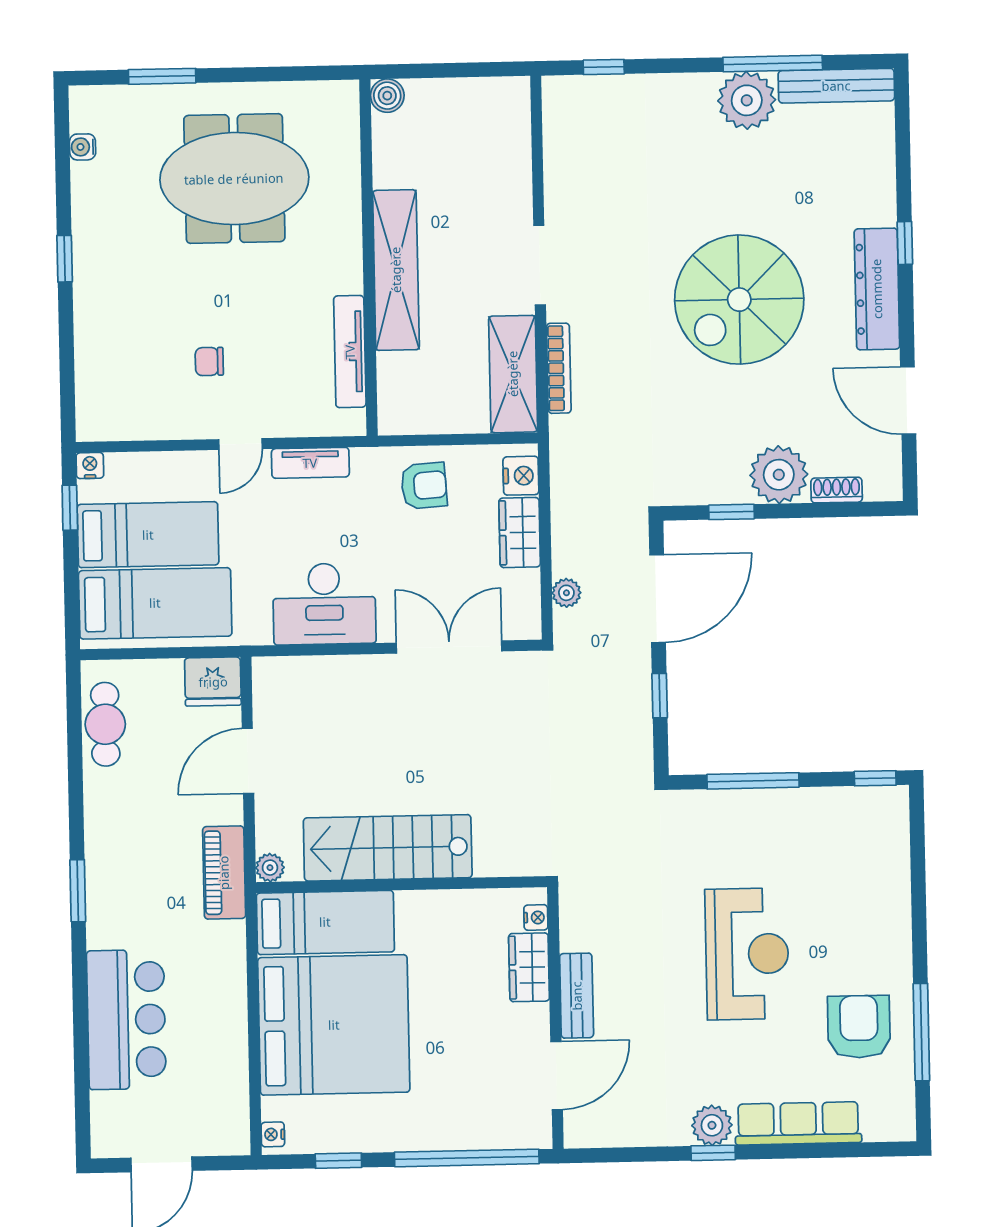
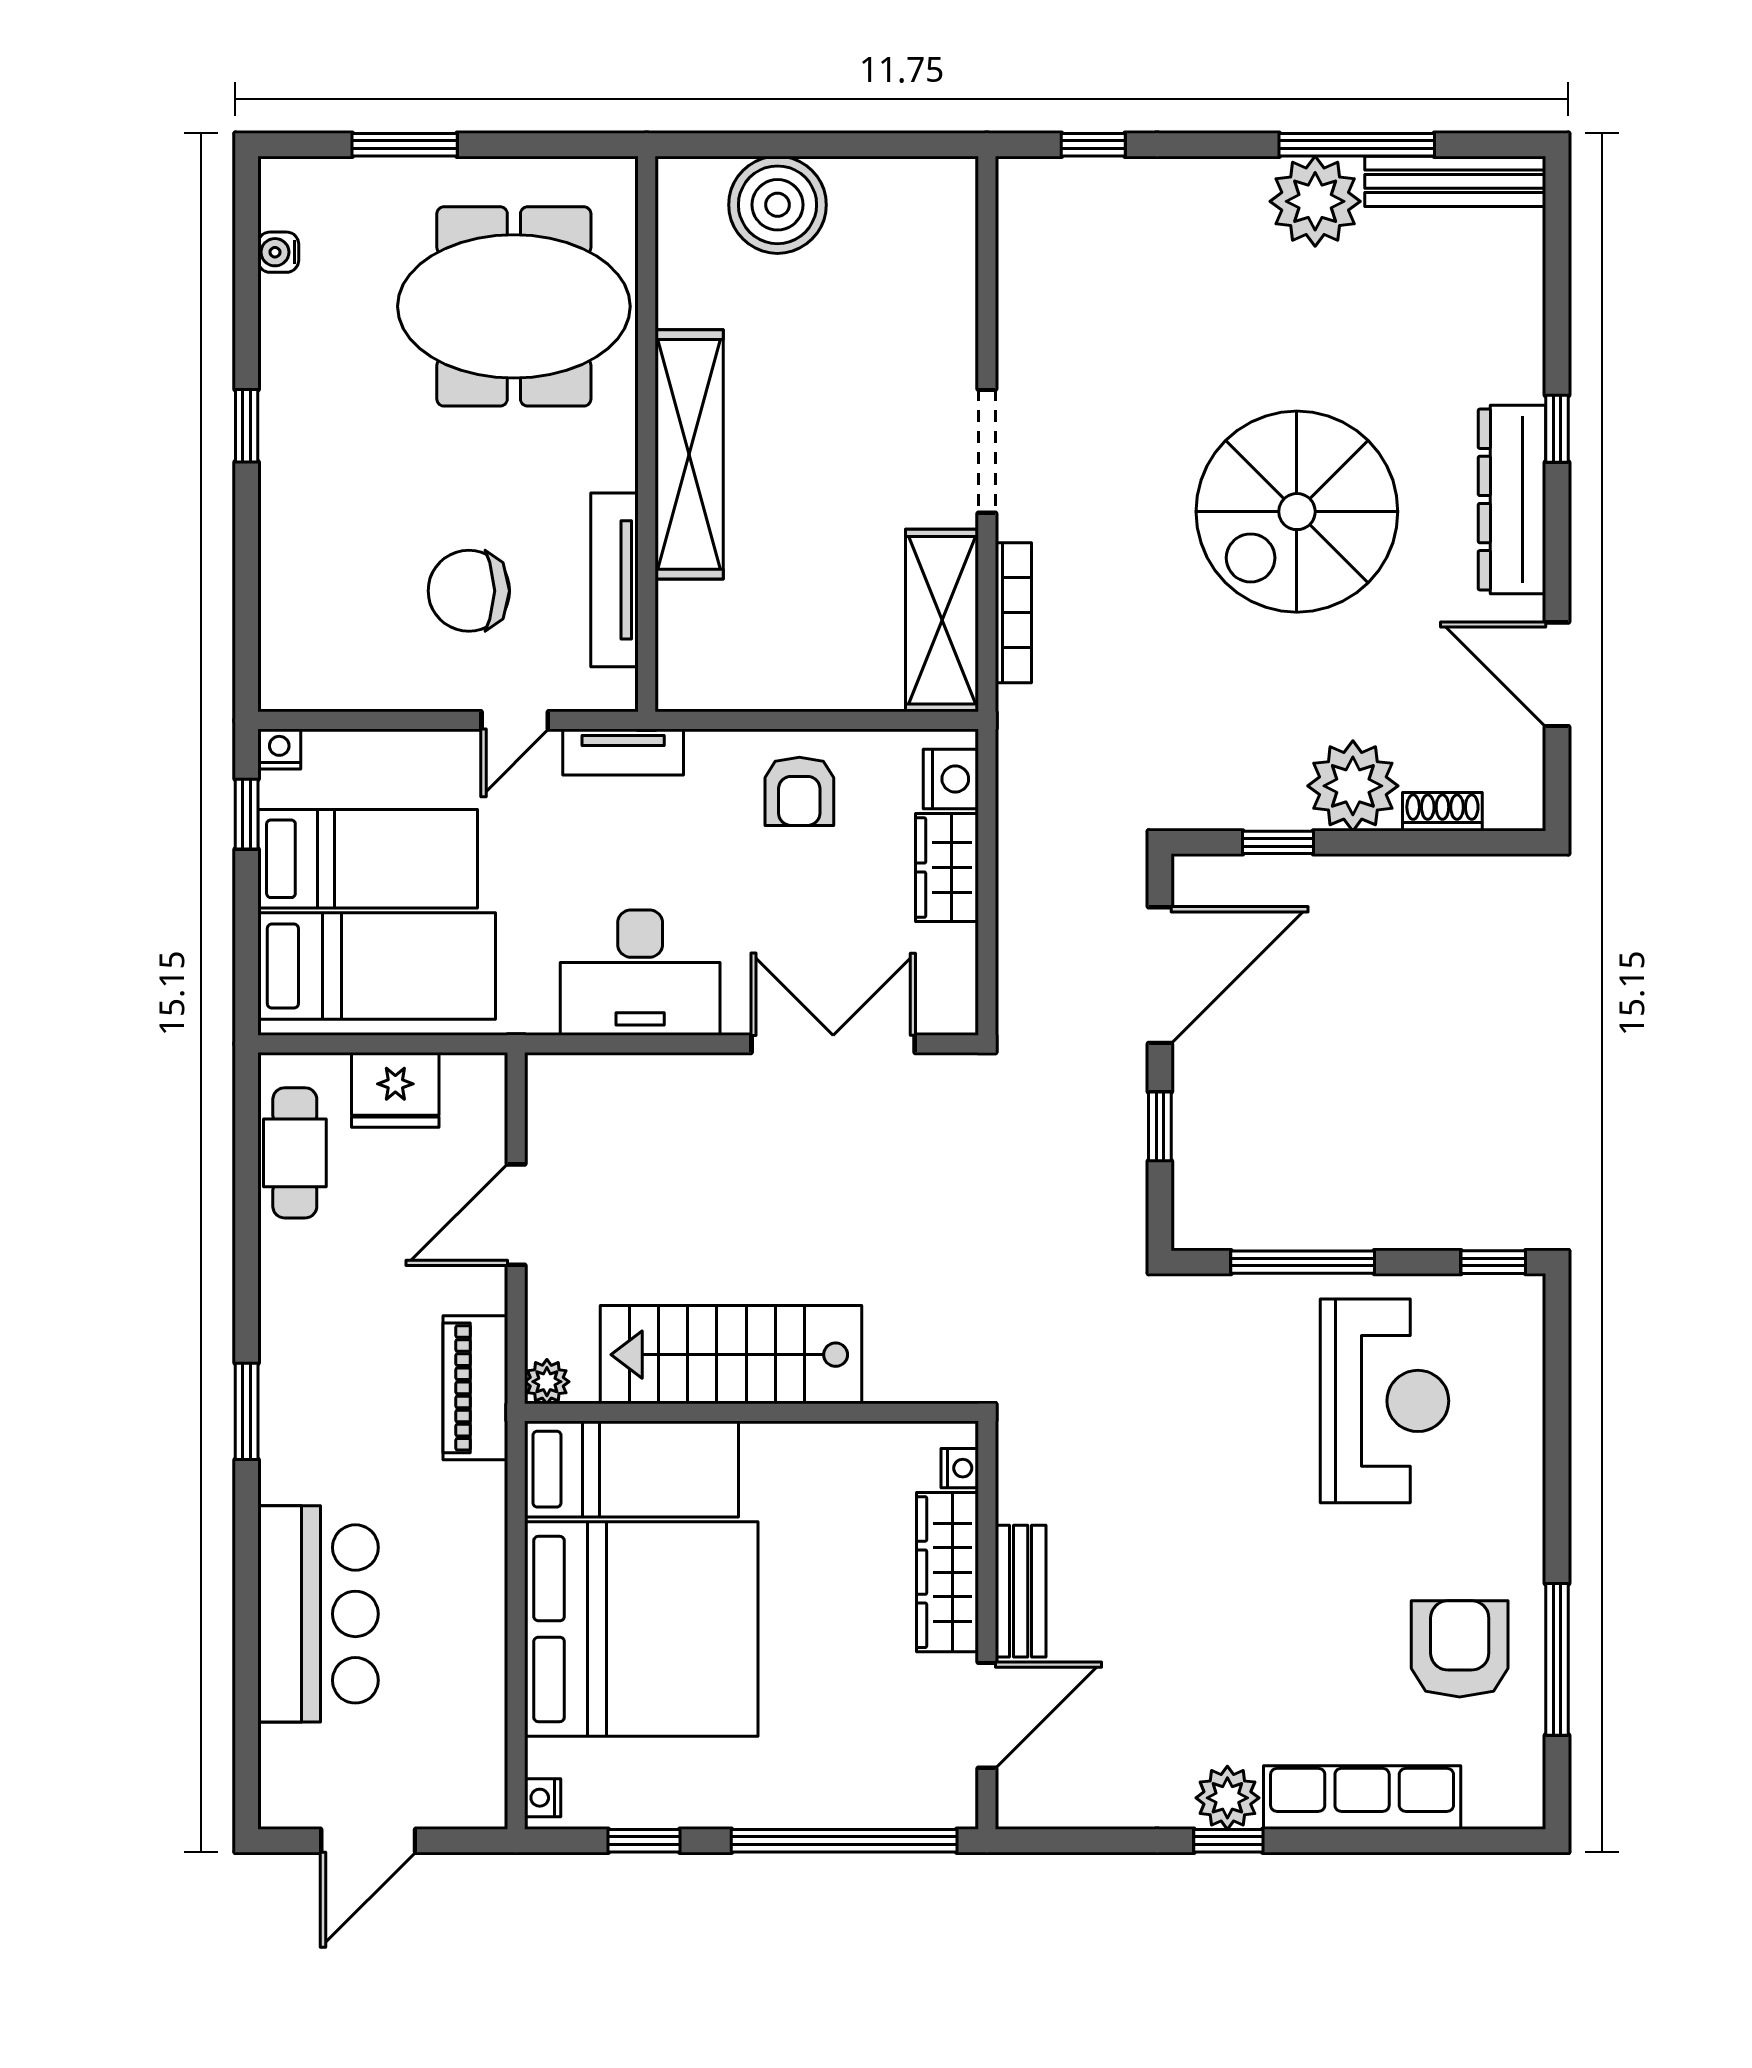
boiler: (387, 96) -> (777, 205), width x1.86, depth x1.86
wall: (368, 258) -> (647, 434), moved
shelving: (396, 270) -> (689, 454), moved
tv unit: (350, 352) -> (614, 580), moved
chair: (209, 361) -> (469, 591), width x1.87, depth x1.87
armchair: (424, 486) -> (799, 791), turned 94
plant: (566, 593) -> (1018, 963), removed
fridge: (213, 682) -> (395, 1090), moved
reception desk: (747, 954) -> (1384, 1401), moved
wardrobe: (529, 967) -> (948, 1572), width x1.50

